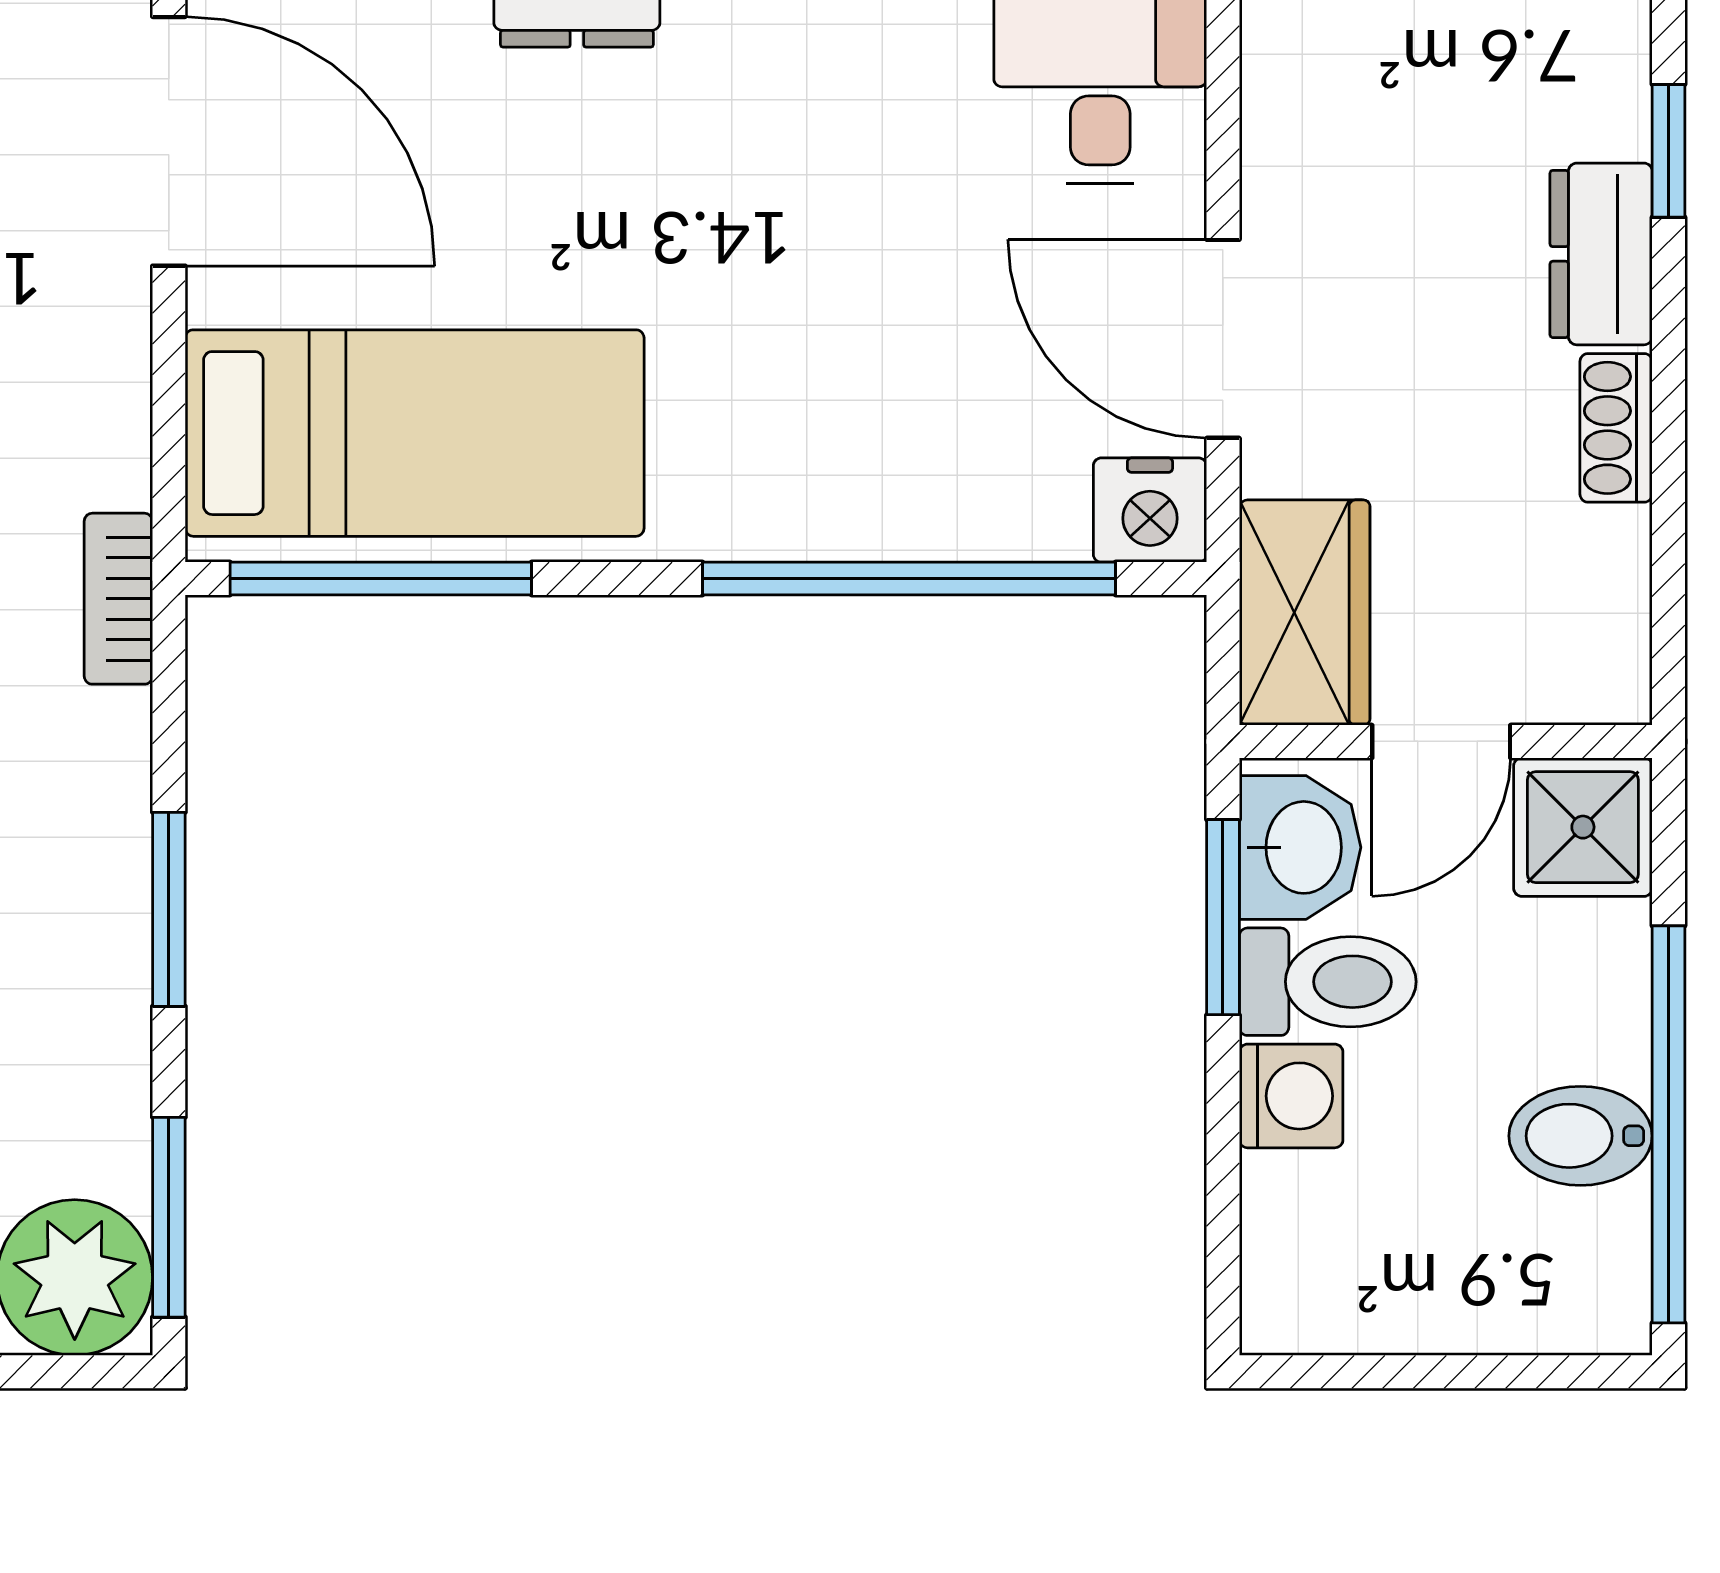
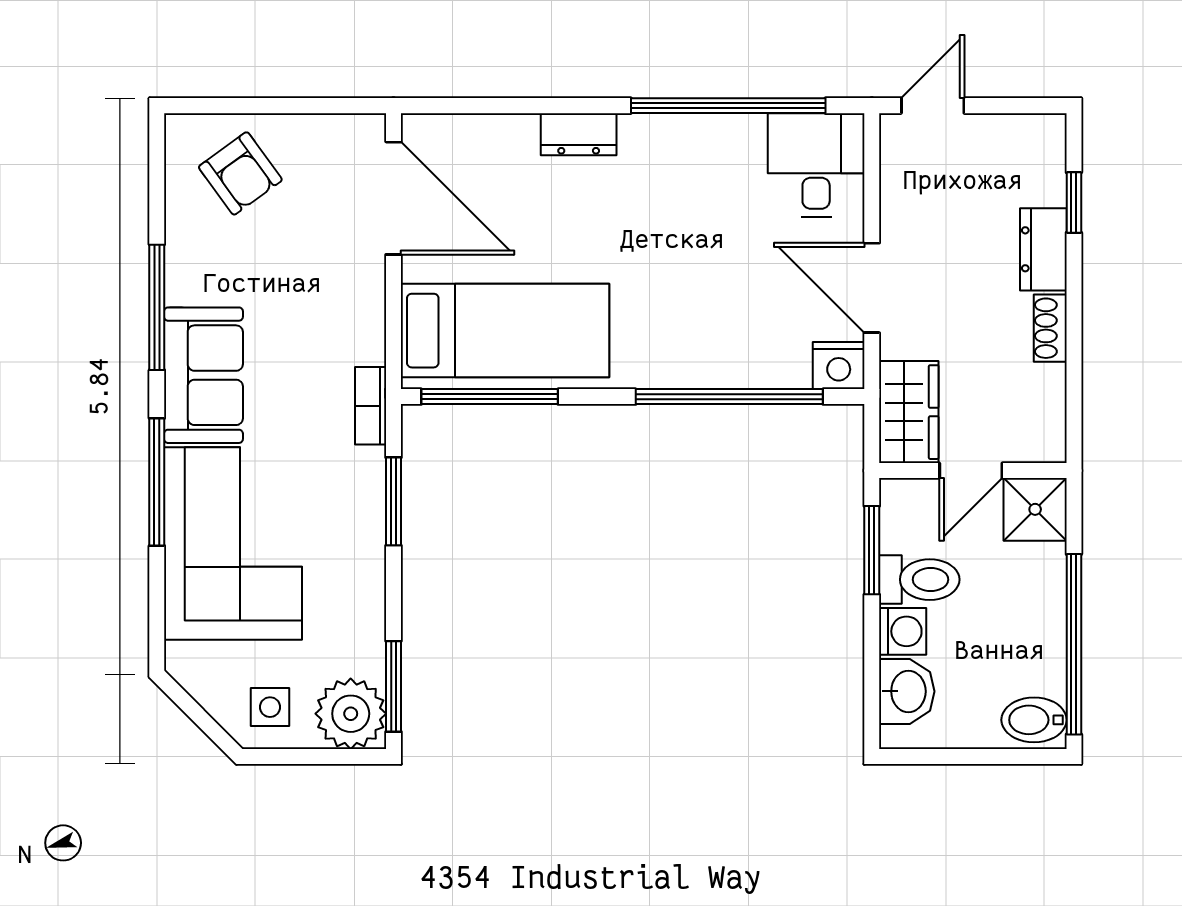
washbasin: (1300, 847) -> (907, 691), moved
window: (169, 909) -> (393, 501), moved
bidet: (1581, 1136) -> (1034, 720), moved

